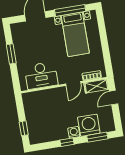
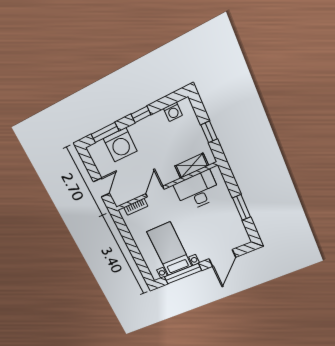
shelving: (96, 86) -> (192, 166), moved
window: (24, 128) -> (209, 132), moved
washing machine: (74, 132) -> (173, 112), moved

